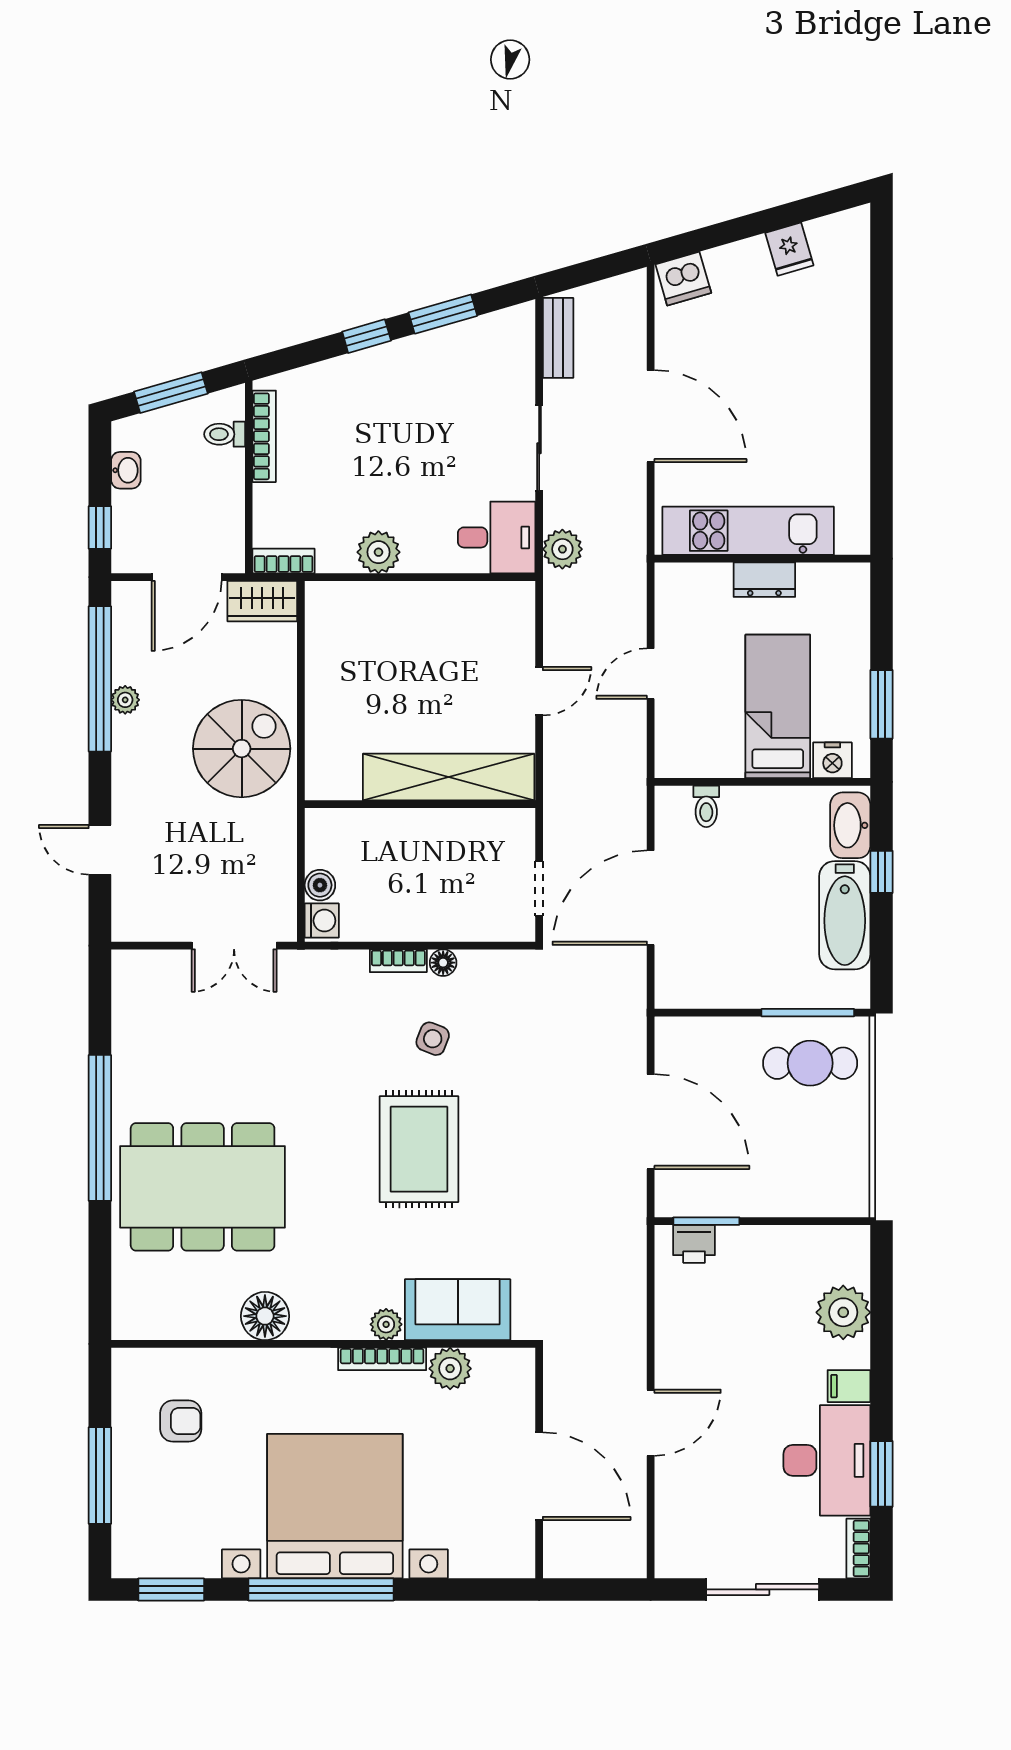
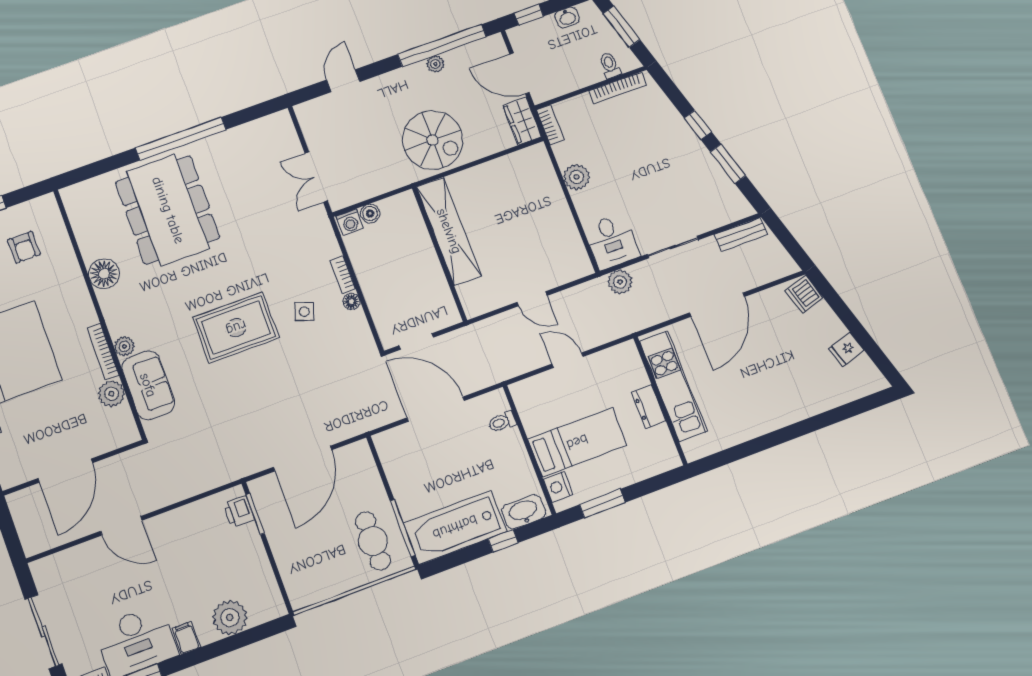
shelving: (449, 777) -> (449, 231), moved
bathtub: (845, 915) -> (455, 527), width x1.36, depth x1.36

